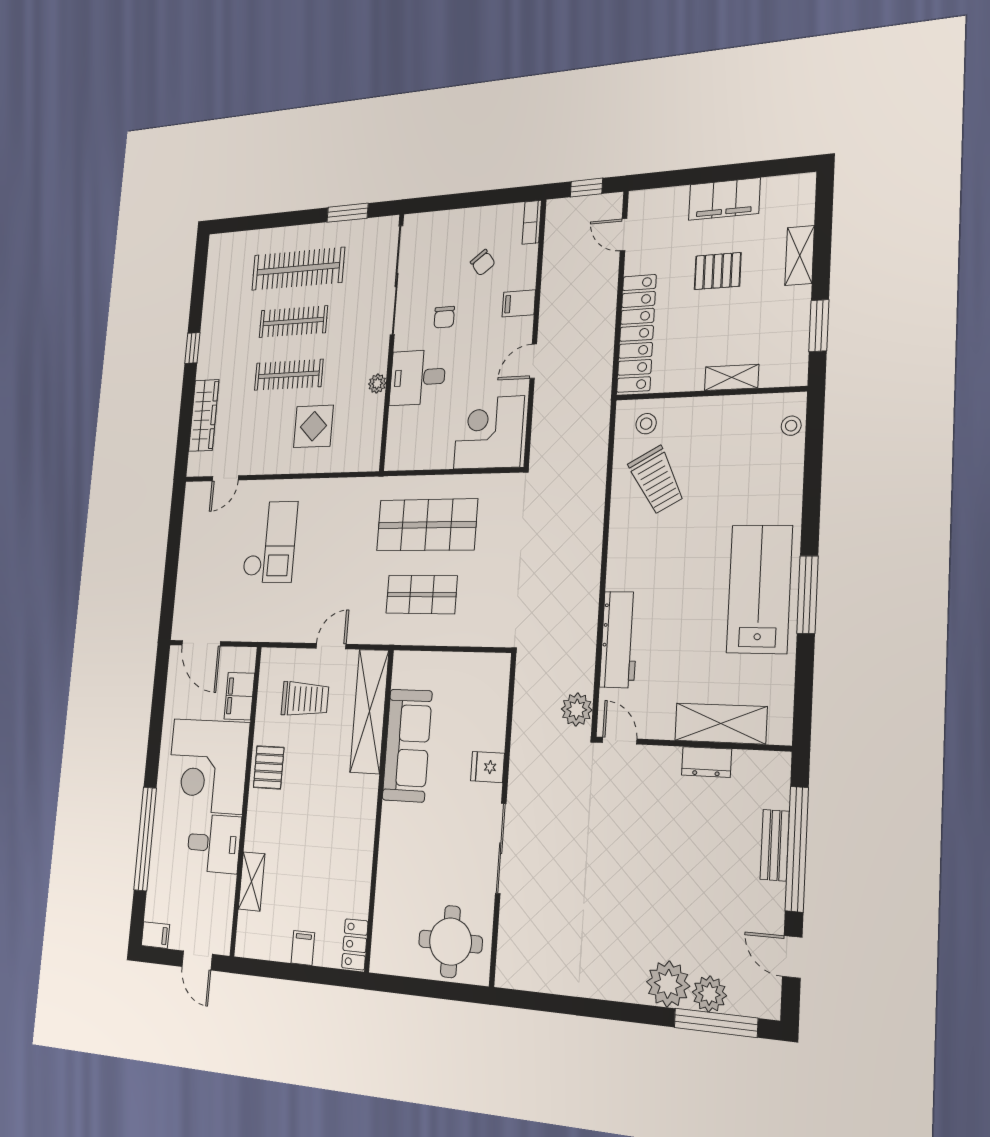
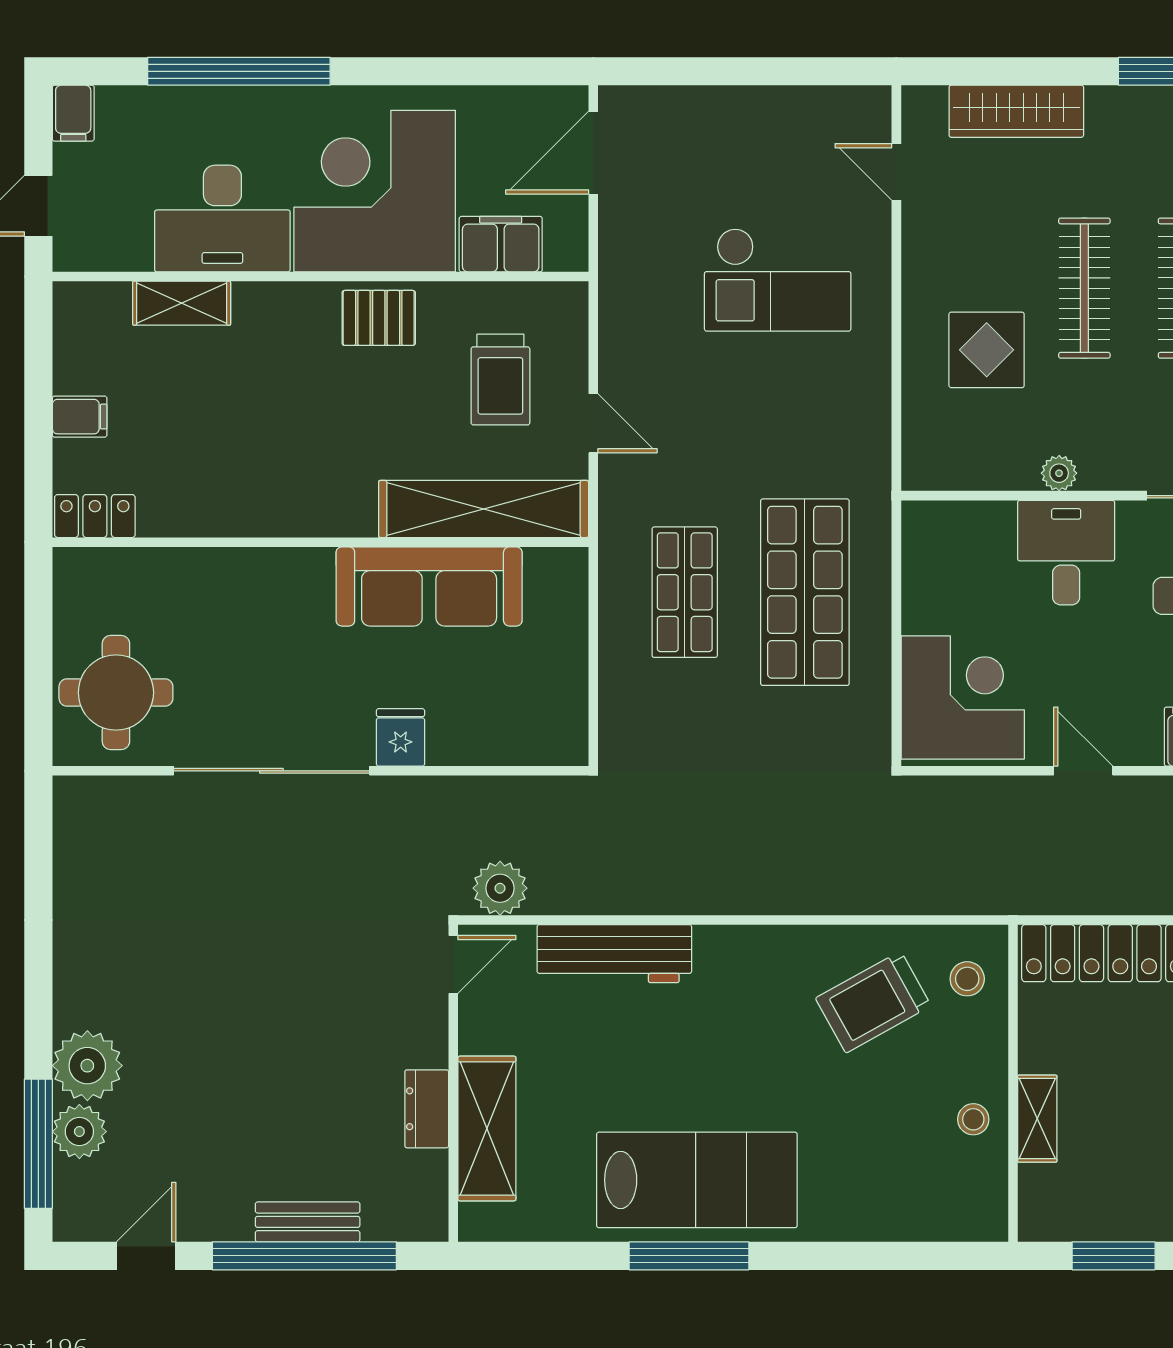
stool: (791, 426) -> (973, 1119), moved
desk: (214, 843) -> (222, 218), width x1.37
sliding door: (501, 848) -> (271, 771), width x1.36

